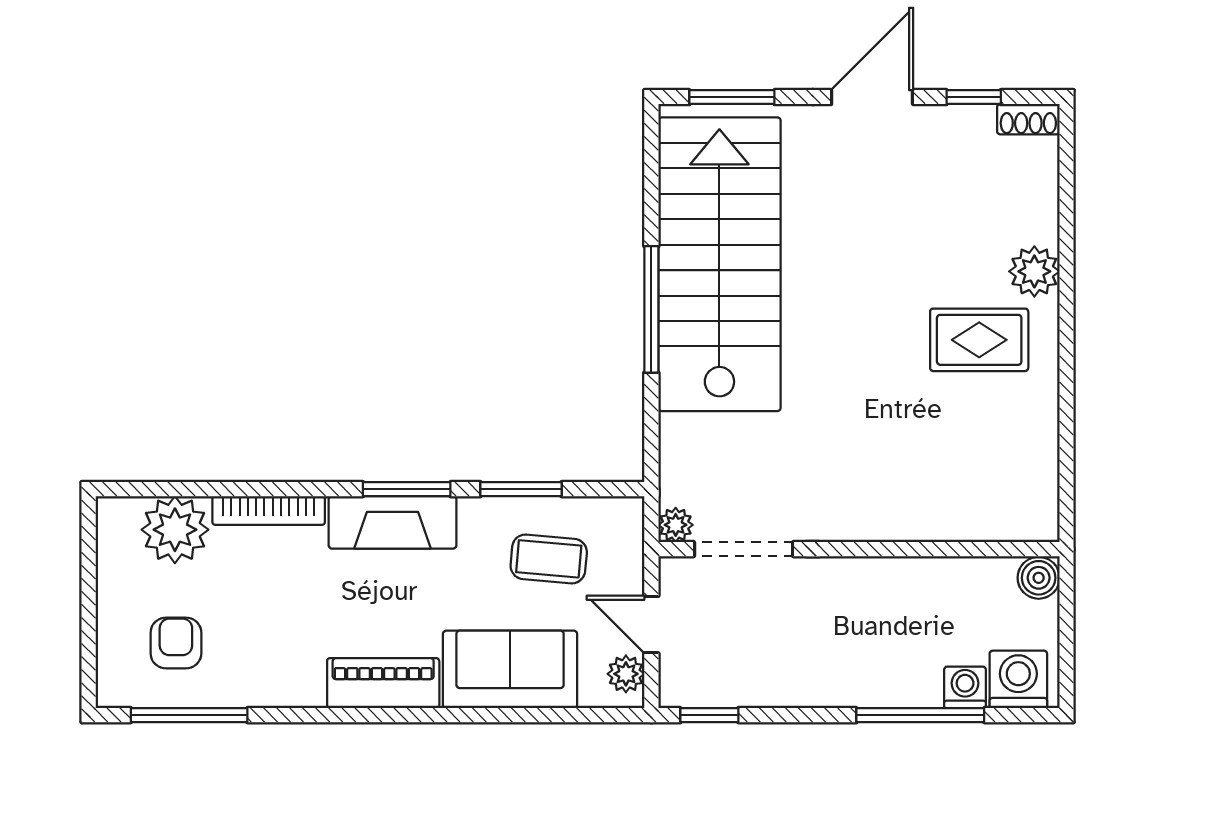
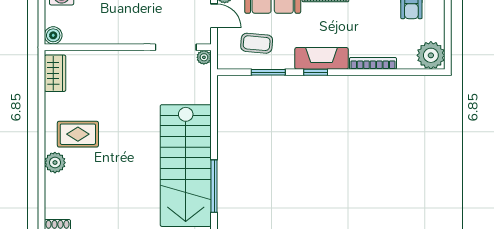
window: (651, 309) -> (214, 186), moved
wardrobe: (1034, 486) -> (55, 73), added
window: (407, 489) -> (316, 72), width x0.67
plant: (175, 530) -> (431, 55), moved

